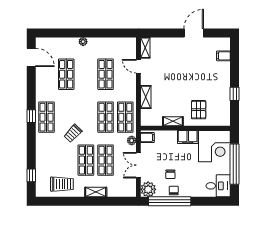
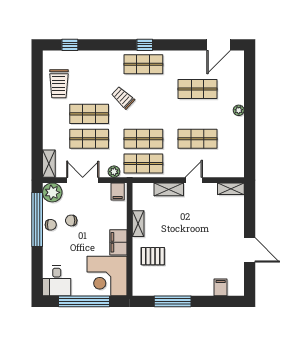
door: (138, 66) -> (194, 180), moved
window: (235, 94) -> (173, 301), width x2.17
shelving: (96, 192) -> (49, 164), moved

